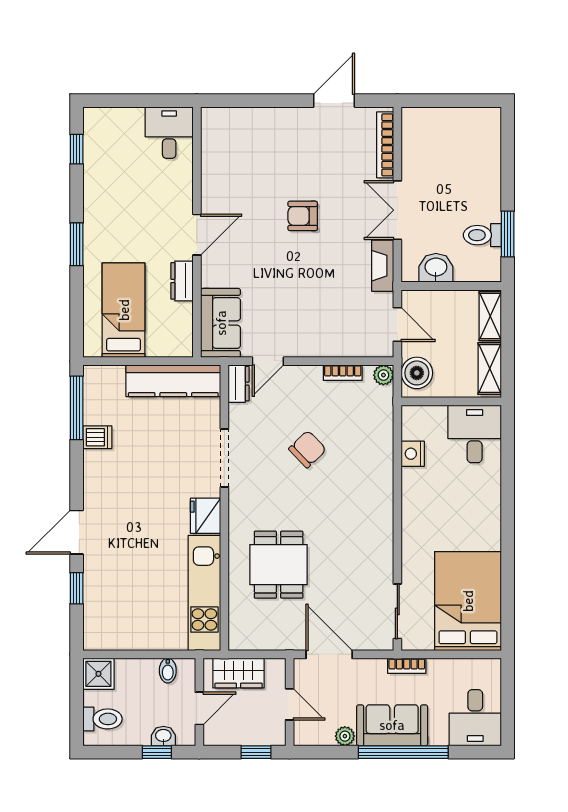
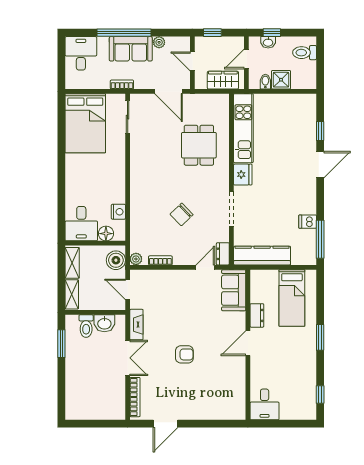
toilet: (482, 235) -> (86, 326), moved, turned 90
floor lamp: (433, 417) -> (106, 234), added
shower: (98, 674) -> (281, 80), moved

